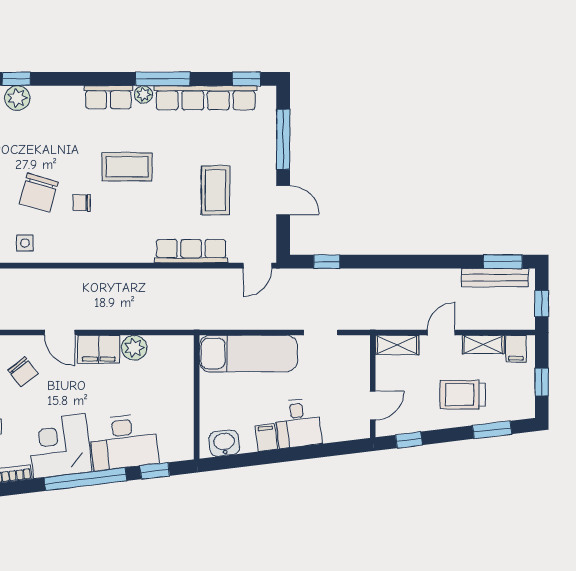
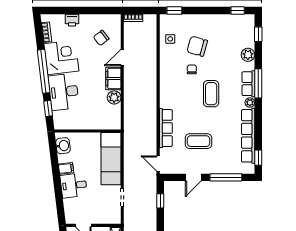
window: (163, 79) -> (258, 83), moved
plant: (17, 98) -> (248, 55), moved

